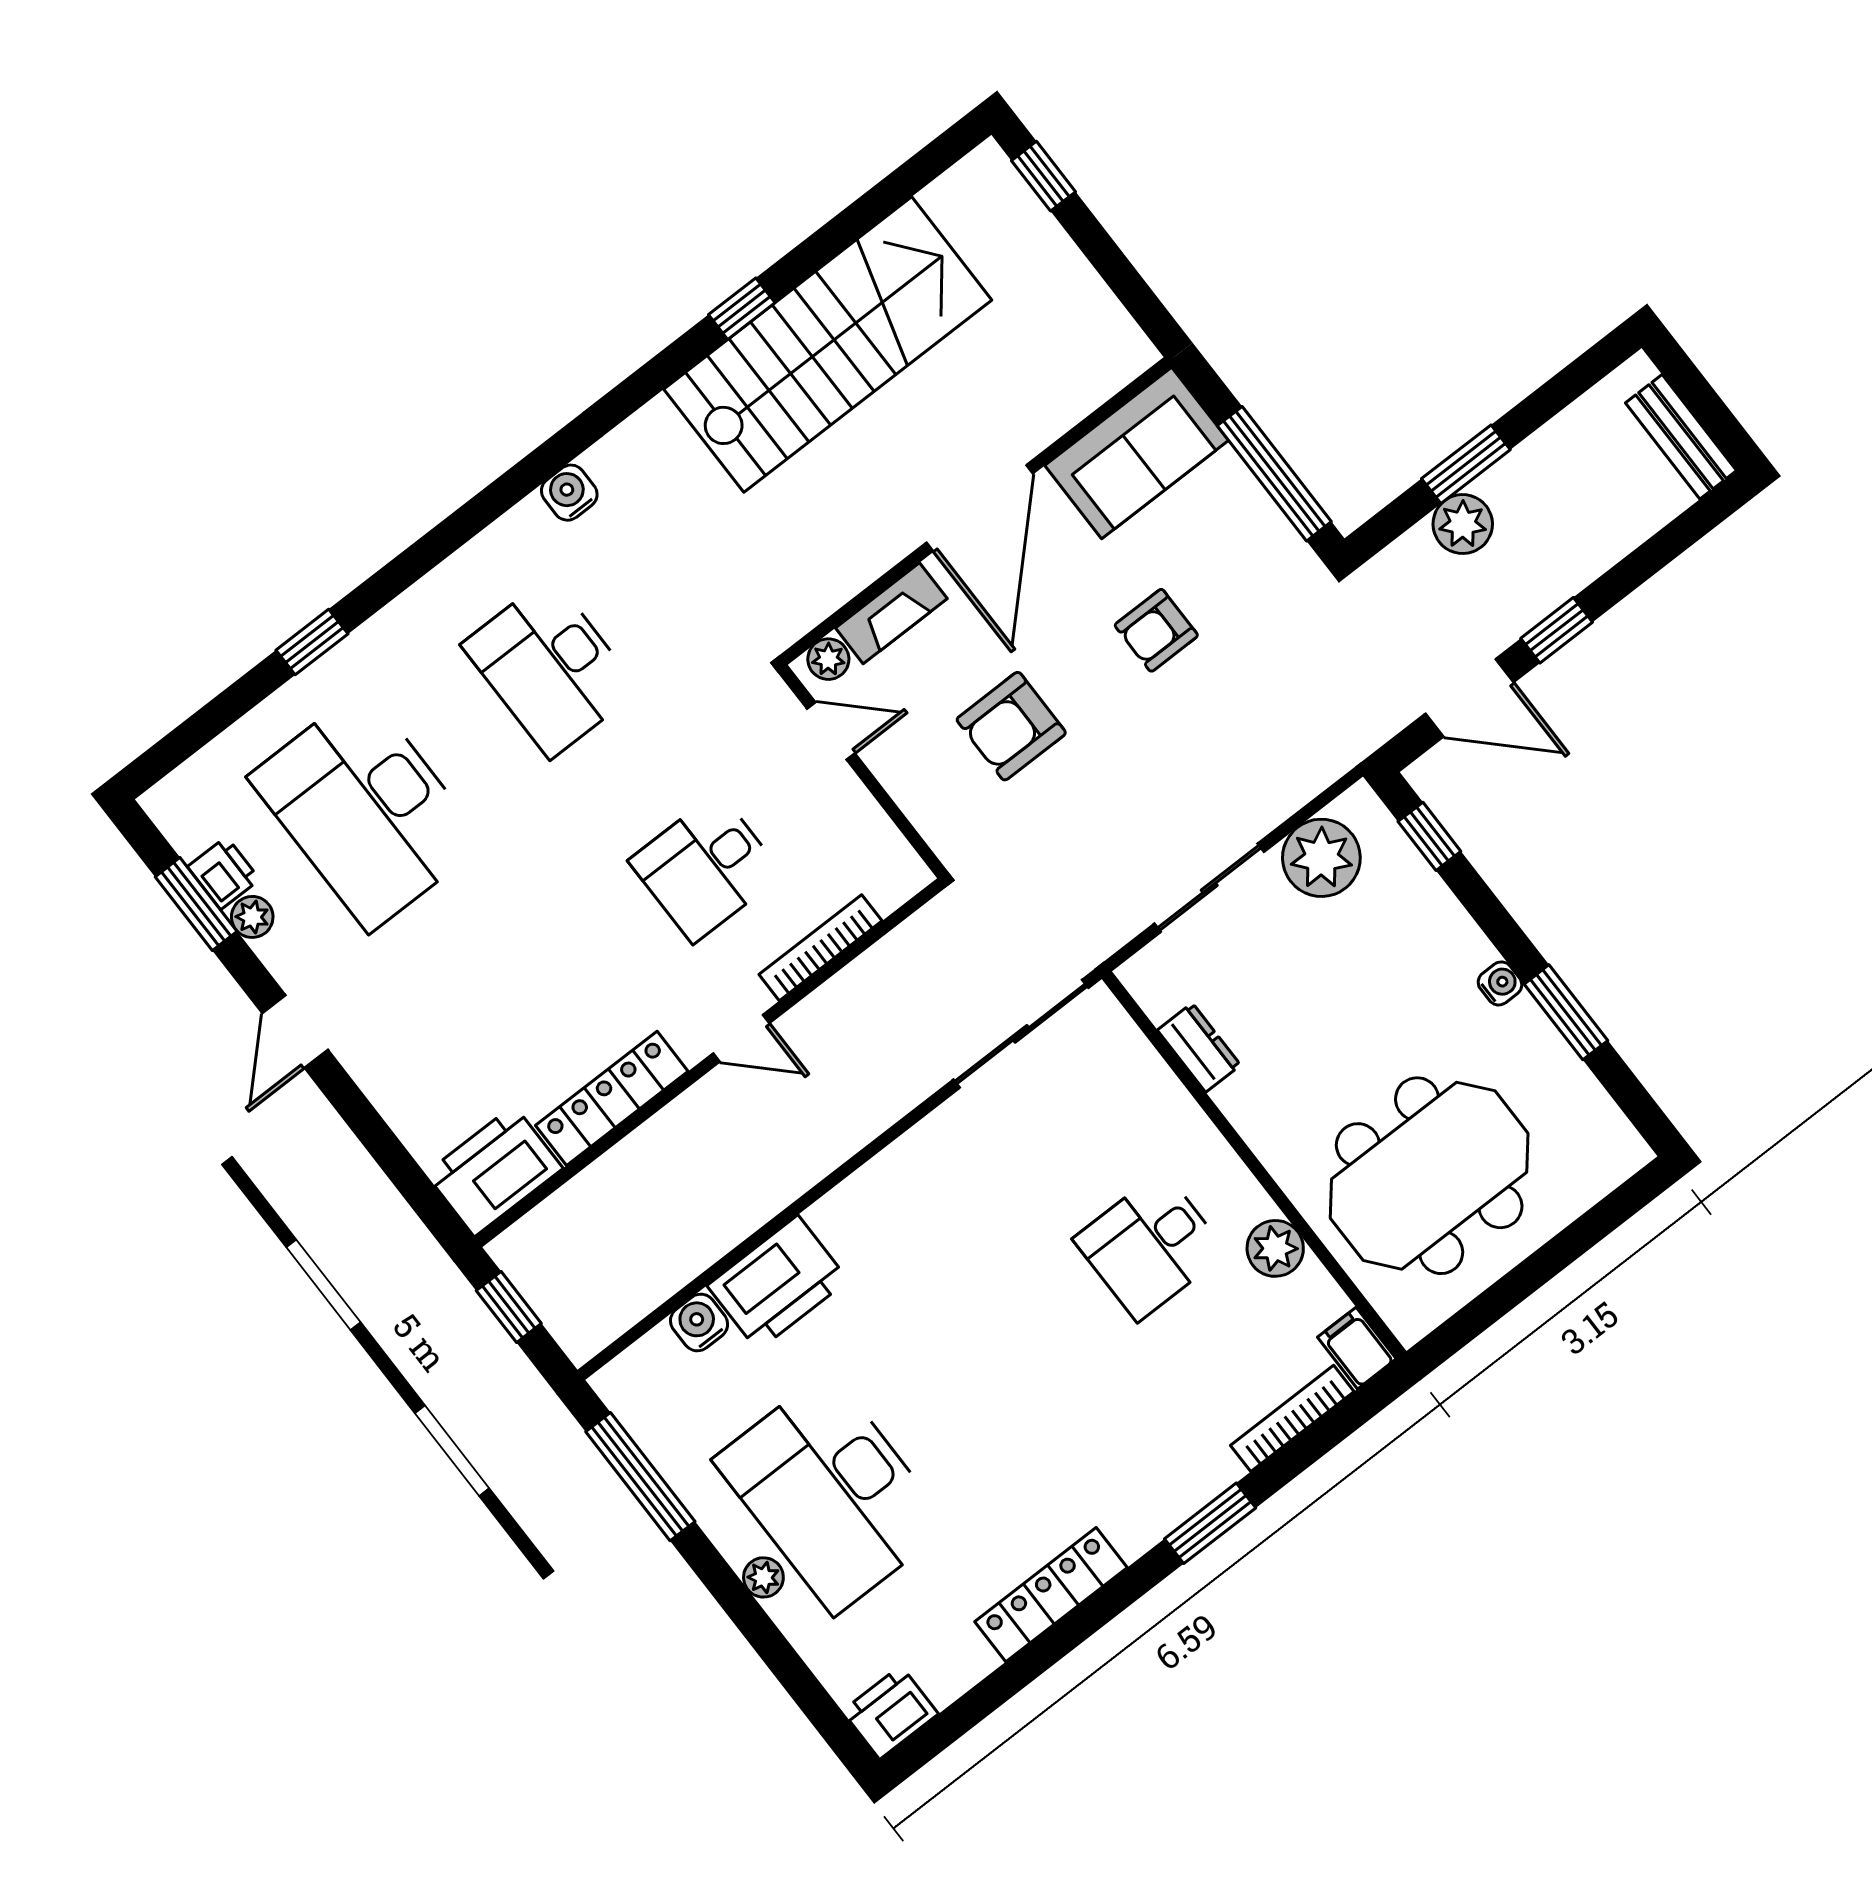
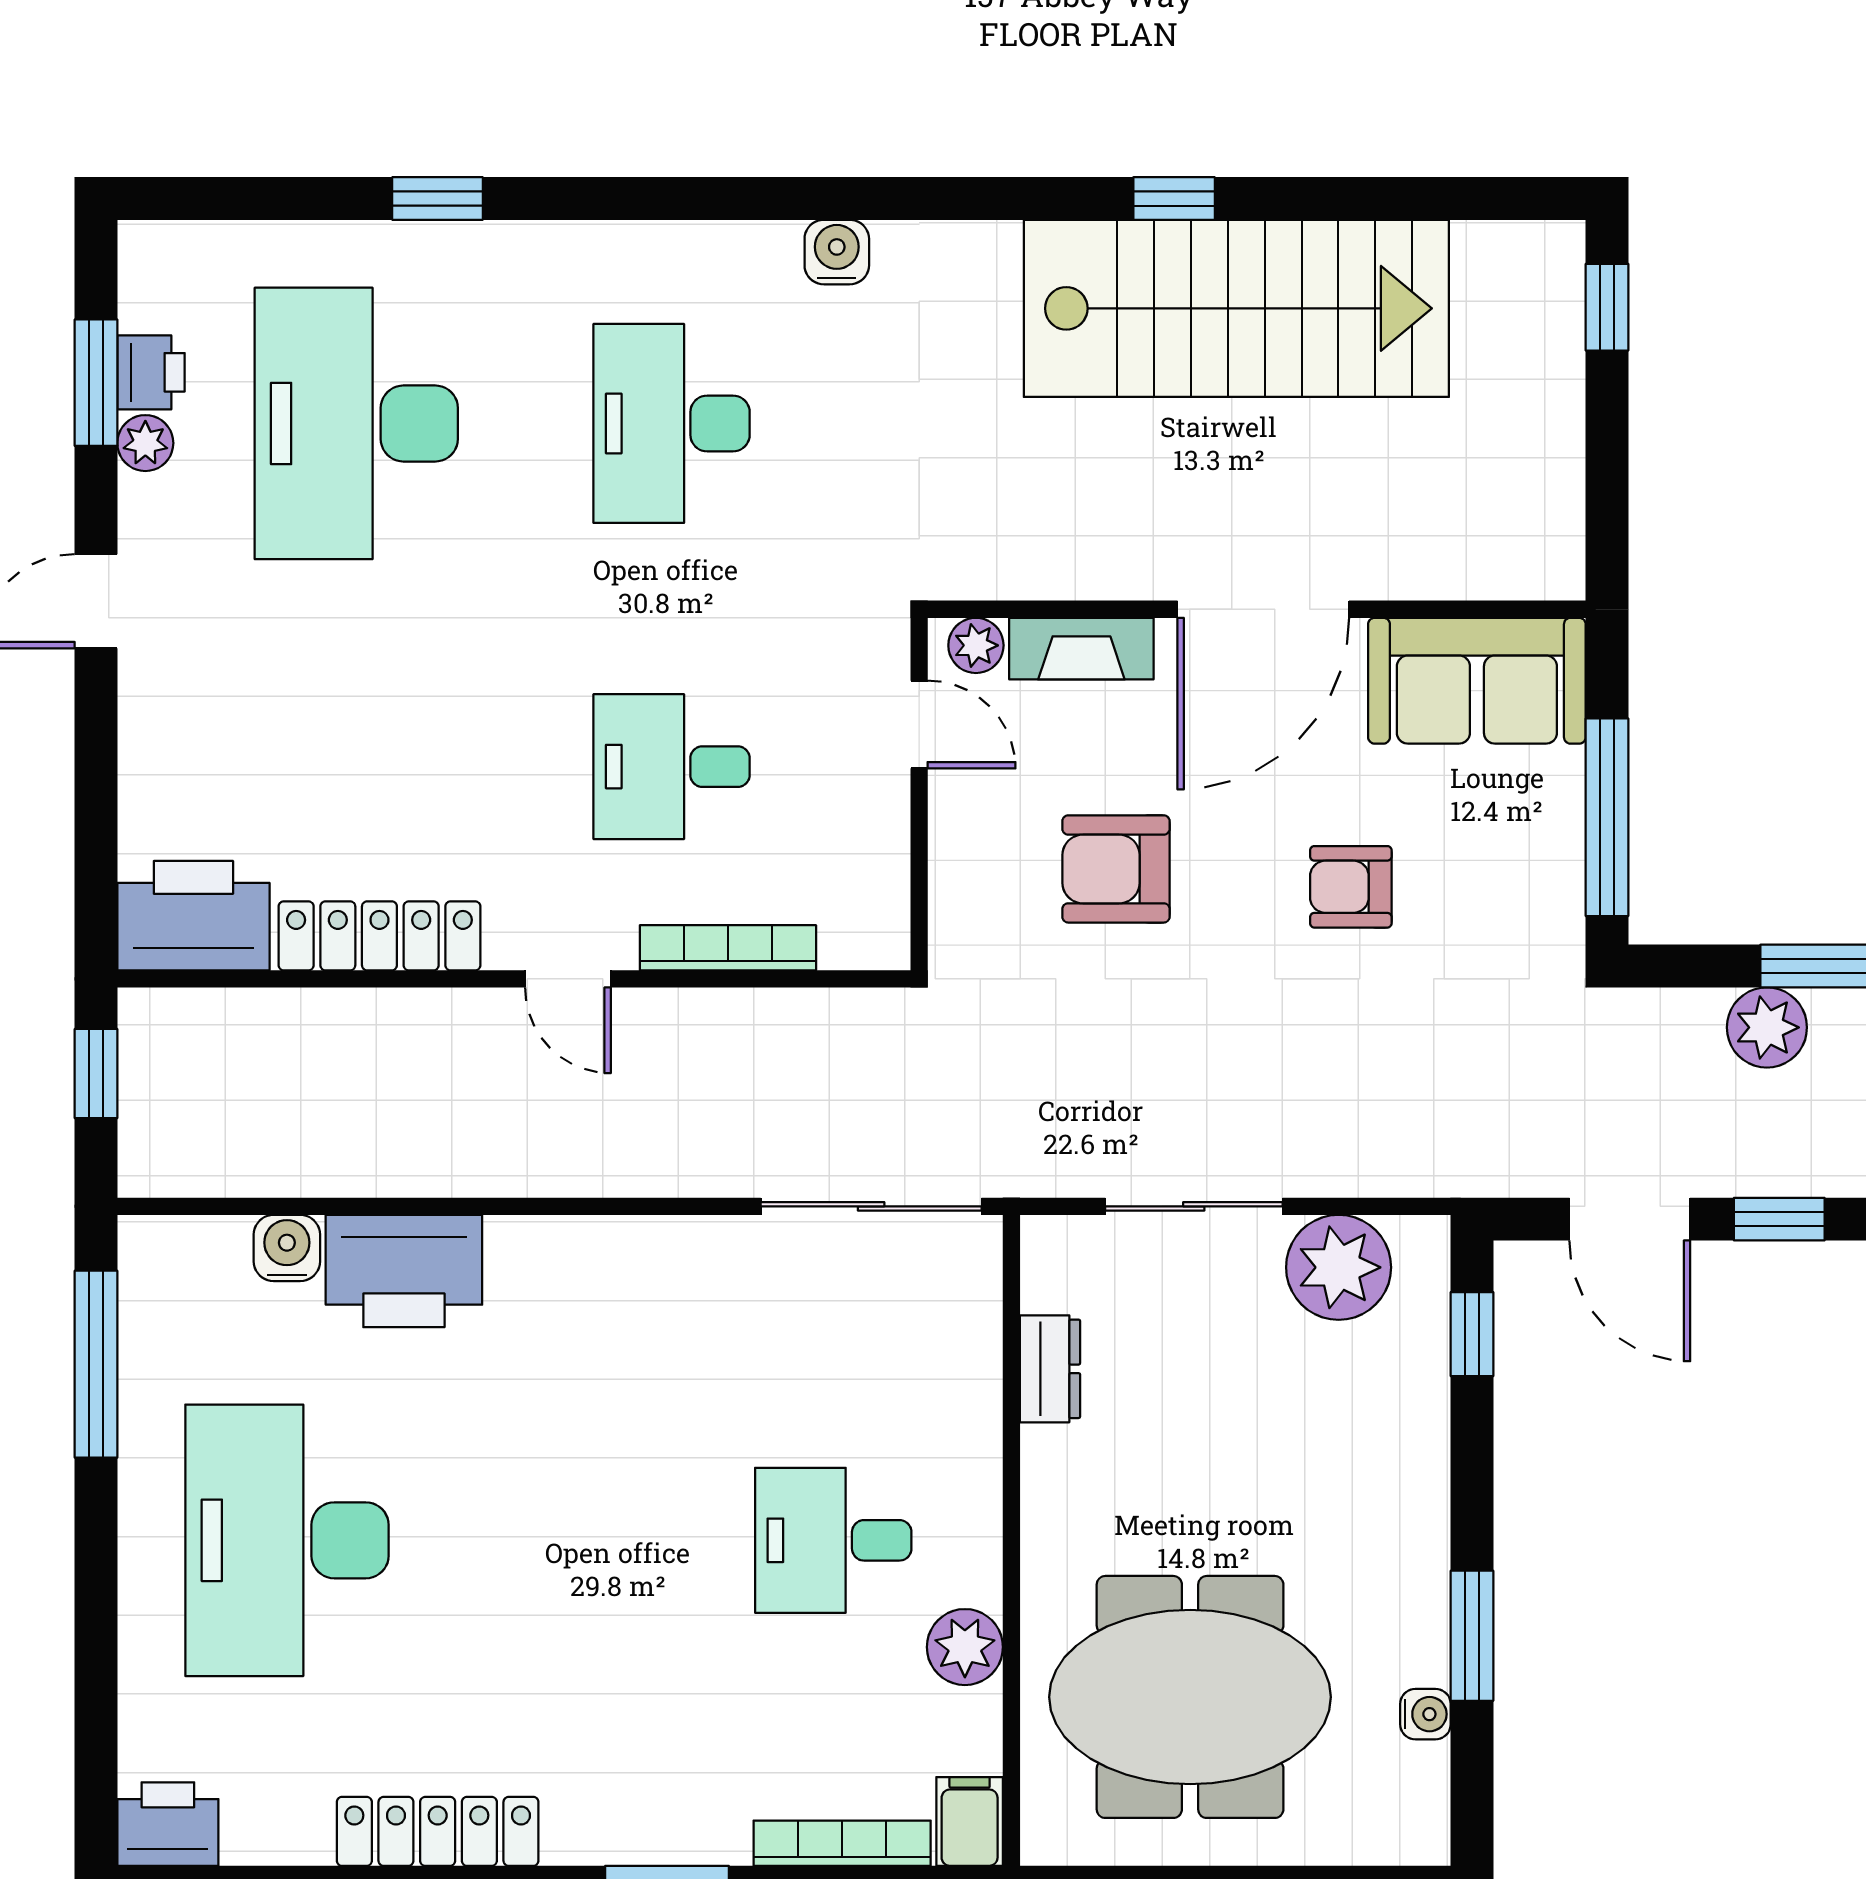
water cooler: (1500, 983) -> (1425, 1714), moved
plant: (763, 1577) -> (144, 1574), removed

